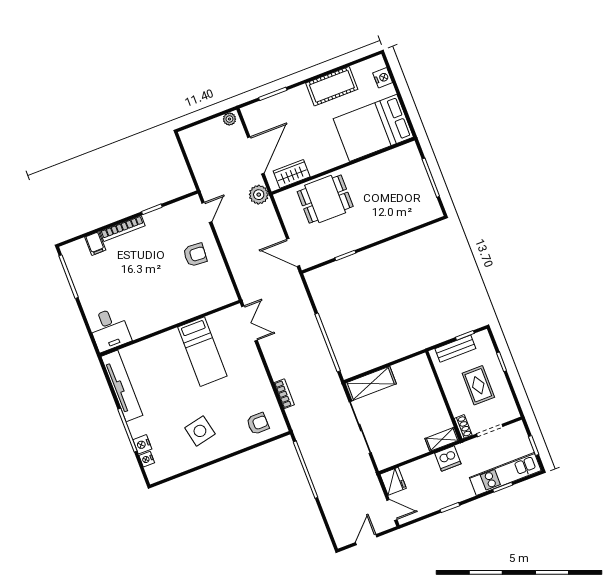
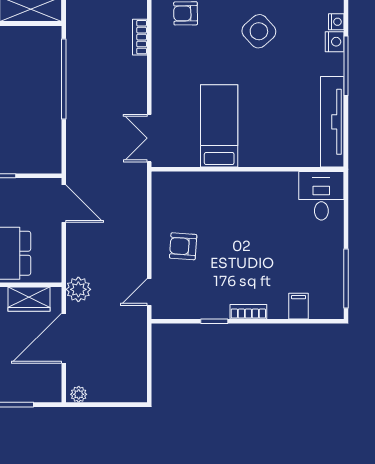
bookcase: (122, 228) -> (248, 312), width x0.64
side table: (200, 431) -> (259, 31), turned -30

